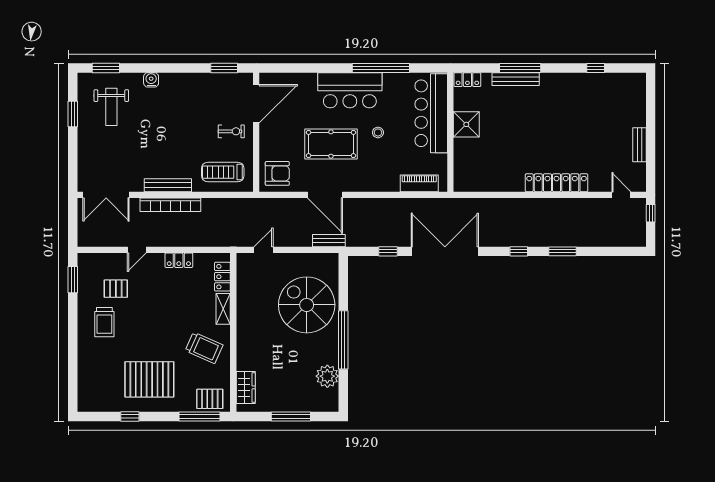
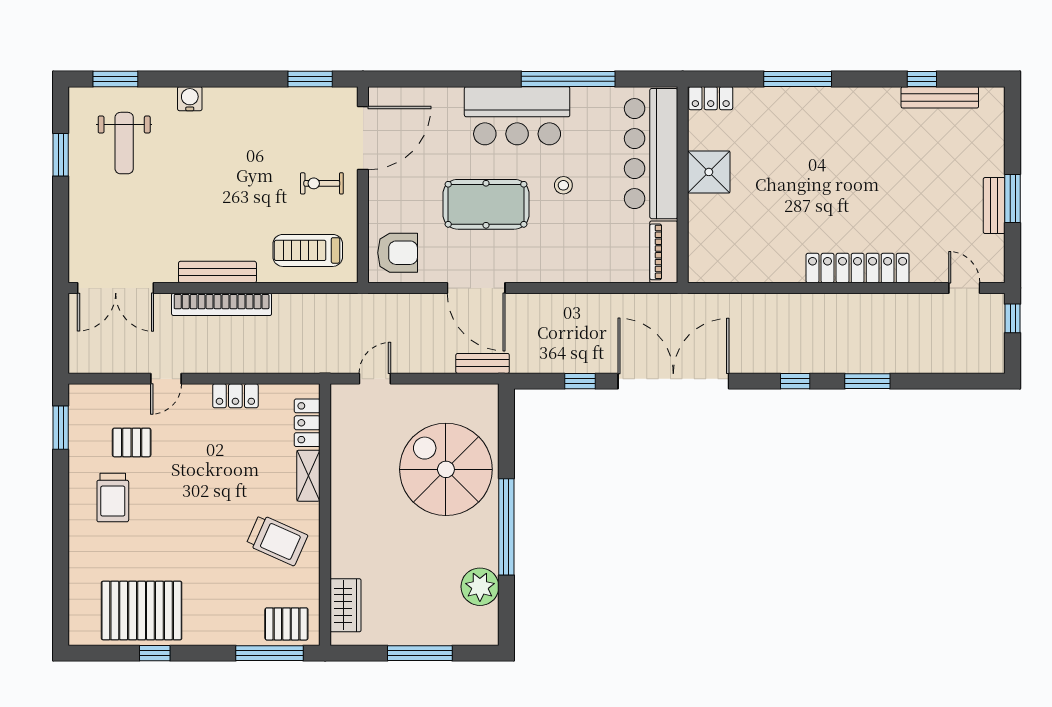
bench: (516, 79) -> (940, 97), moved
exercise bike: (231, 131) -> (322, 183), turned 180
window: (651, 141) -> (1013, 199), added
piano: (419, 183) -> (664, 252), moved, turned -90
pallet: (149, 379) -> (142, 611), moved

